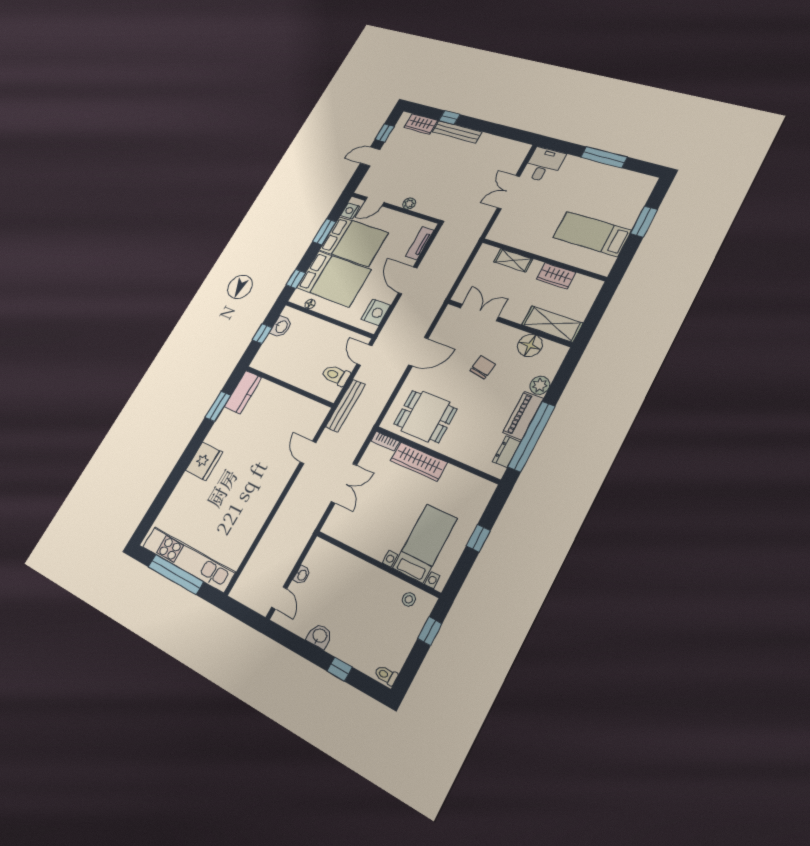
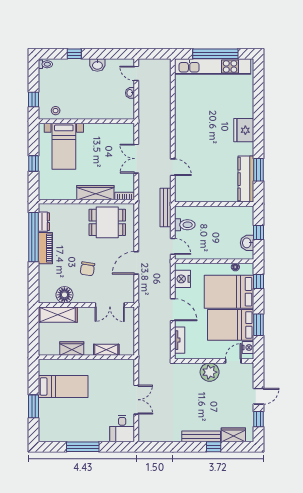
plant: (409, 204) -> (210, 372), width x1.88, depth x1.88
plant: (540, 385) -> (45, 271), removed
kitchen counter: (243, 392) -> (246, 179), width x1.50

